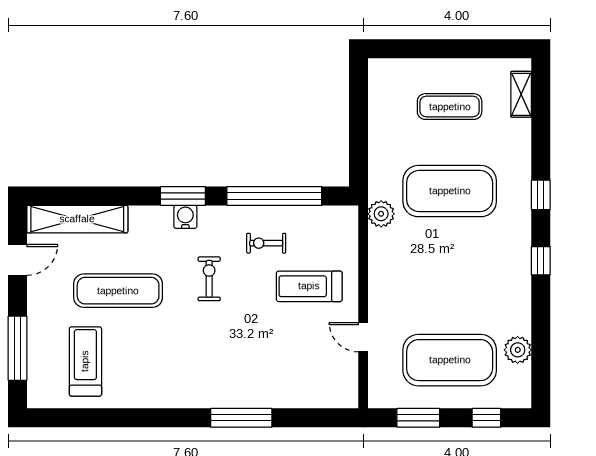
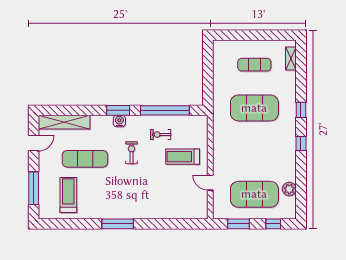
plant: (381, 214) -> (219, 120), removed
window: (241, 418) -> (118, 224), moved

